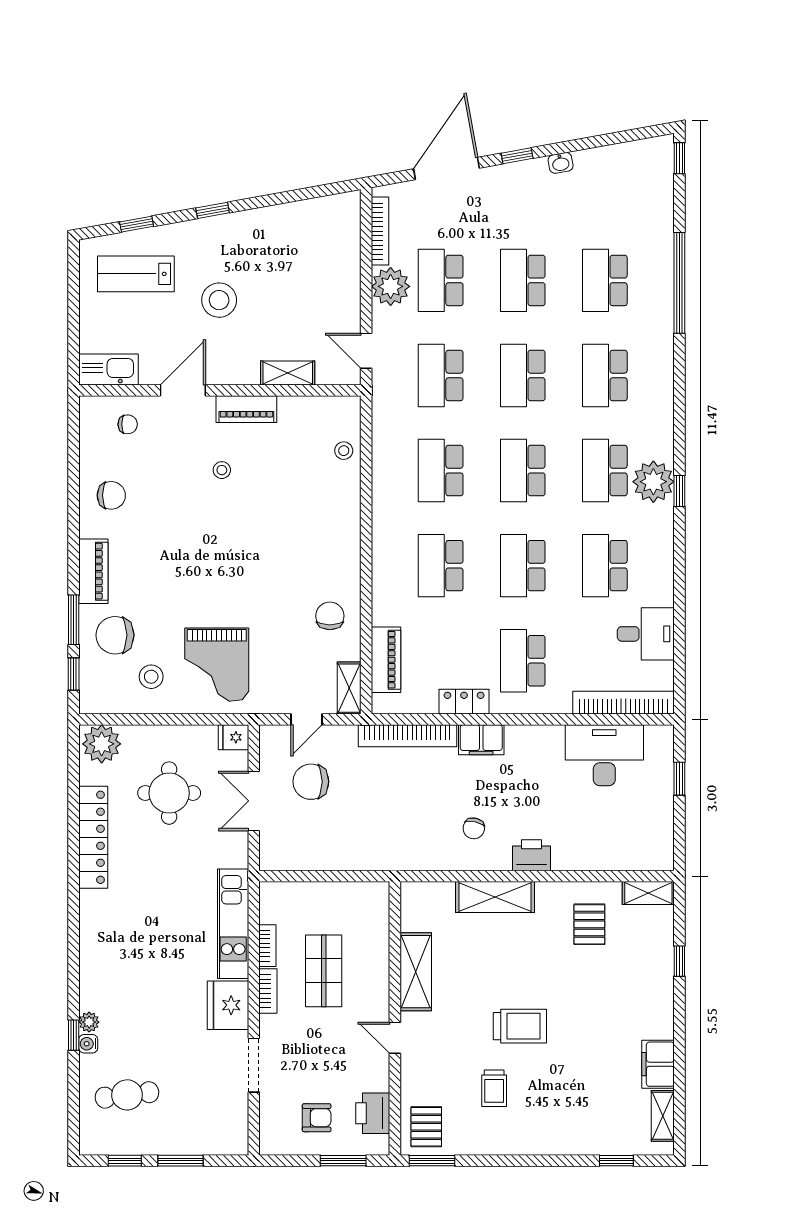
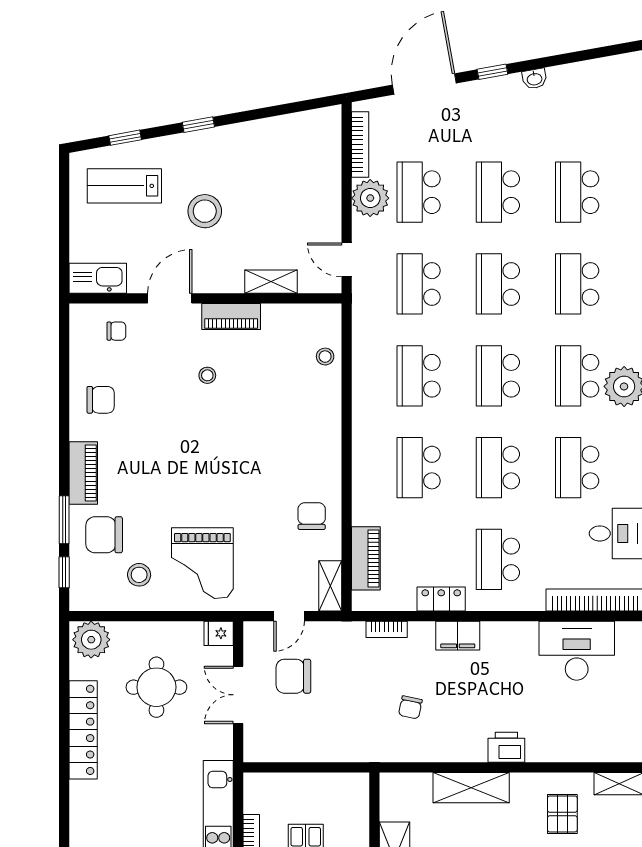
bookcase: (407, 736) -> (387, 629), width x0.43, depth x0.76
chair: (474, 828) -> (410, 707), moved

